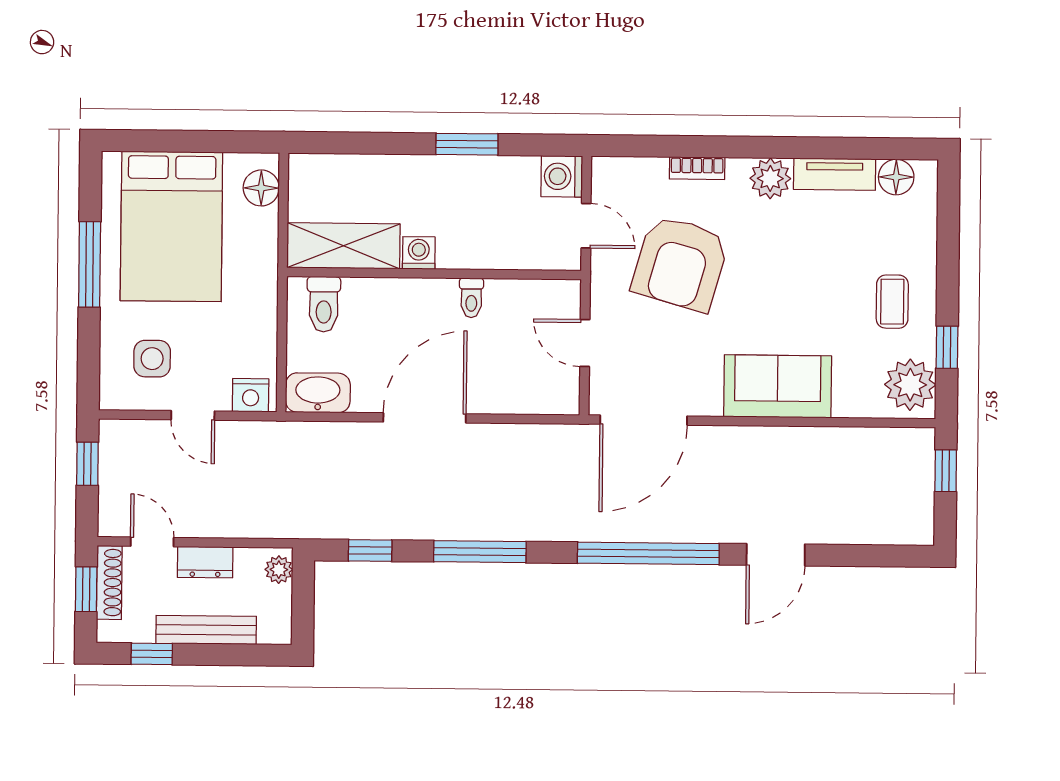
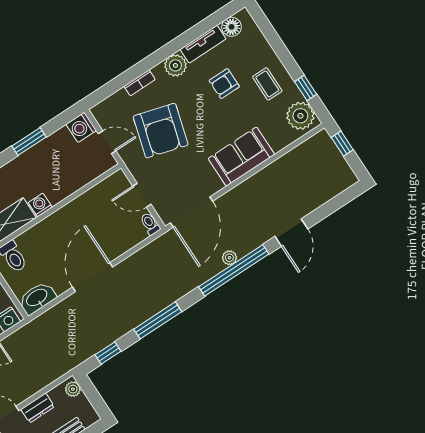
armchair: (826, 257) -> (224, 84), added
toilet: (471, 298) -> (150, 224), moved, turned 180
plant: (655, 529) -> (229, 258), added

